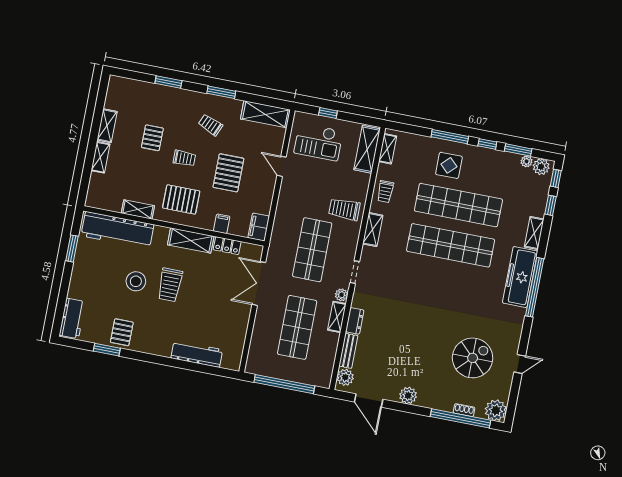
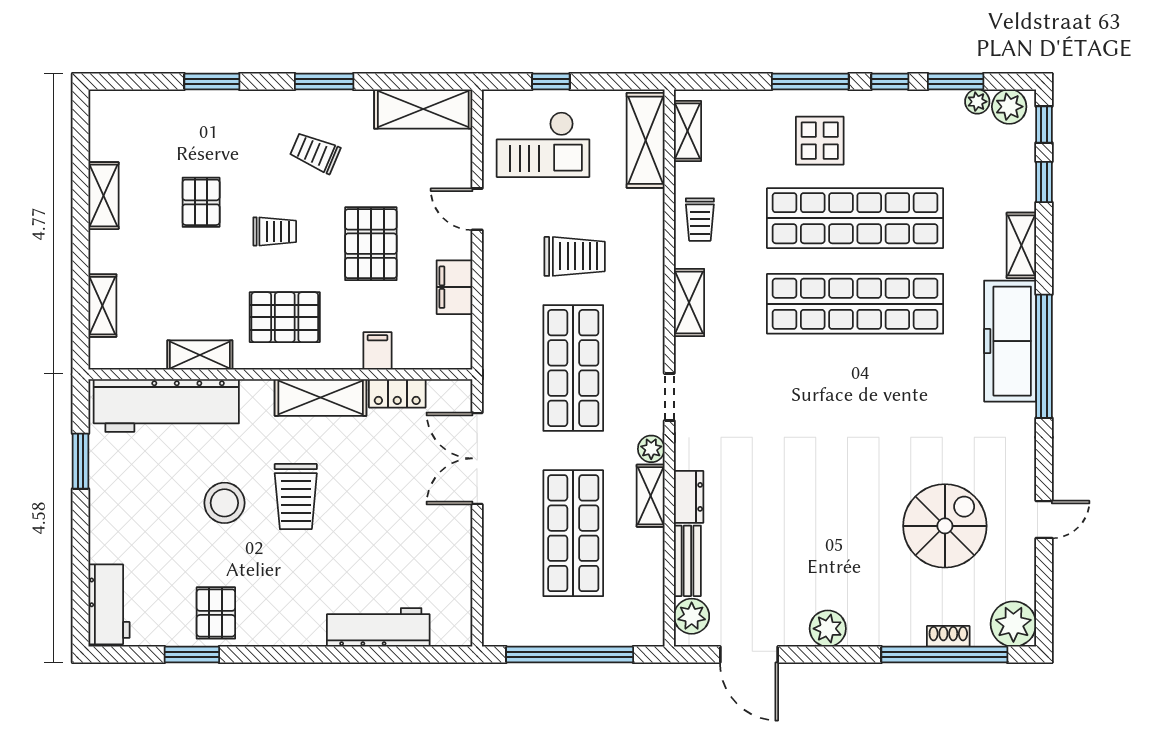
shelving: (100, 157) -> (102, 306), moved
trolley: (344, 209) -> (575, 256), moved, turned 180
filing cabinet: (259, 227) -> (455, 287), moved

